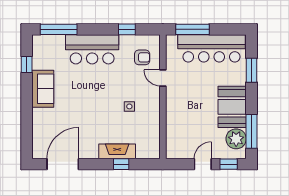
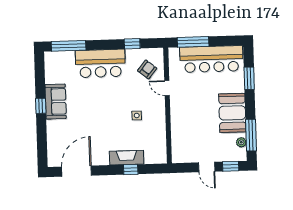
armchair: (142, 57) -> (147, 69), turned -51
window: (27, 65) -> (41, 106), moved
plant: (236, 139) -> (241, 142), width x0.53, depth x0.53
door: (203, 164) -> (207, 167), swing flipped

